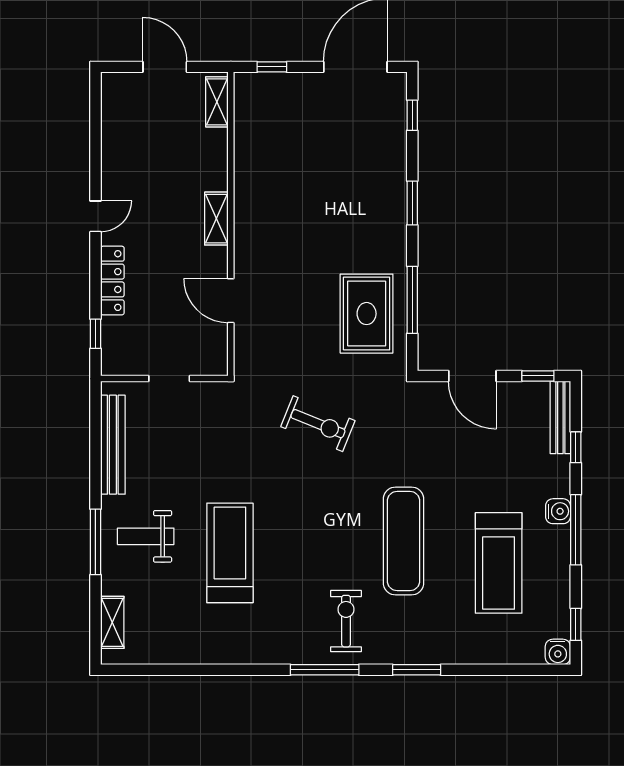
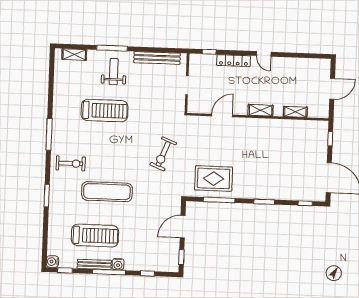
shelving: (217, 102) -> (295, 112), moved
bench: (560, 417) -> (94, 264), moved
treadmill: (499, 563) -> (95, 236), turned 180
window: (325, 670) -> (49, 134), moved

